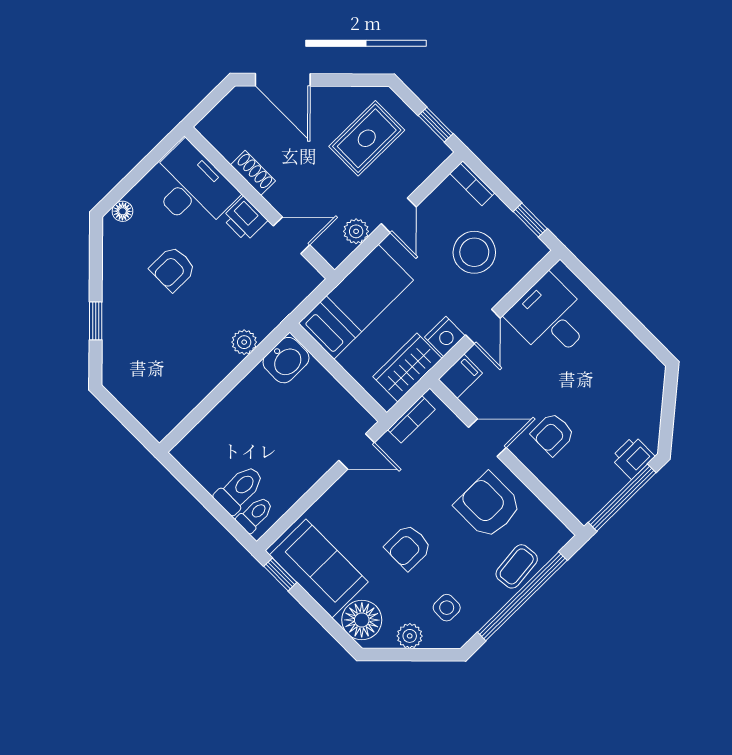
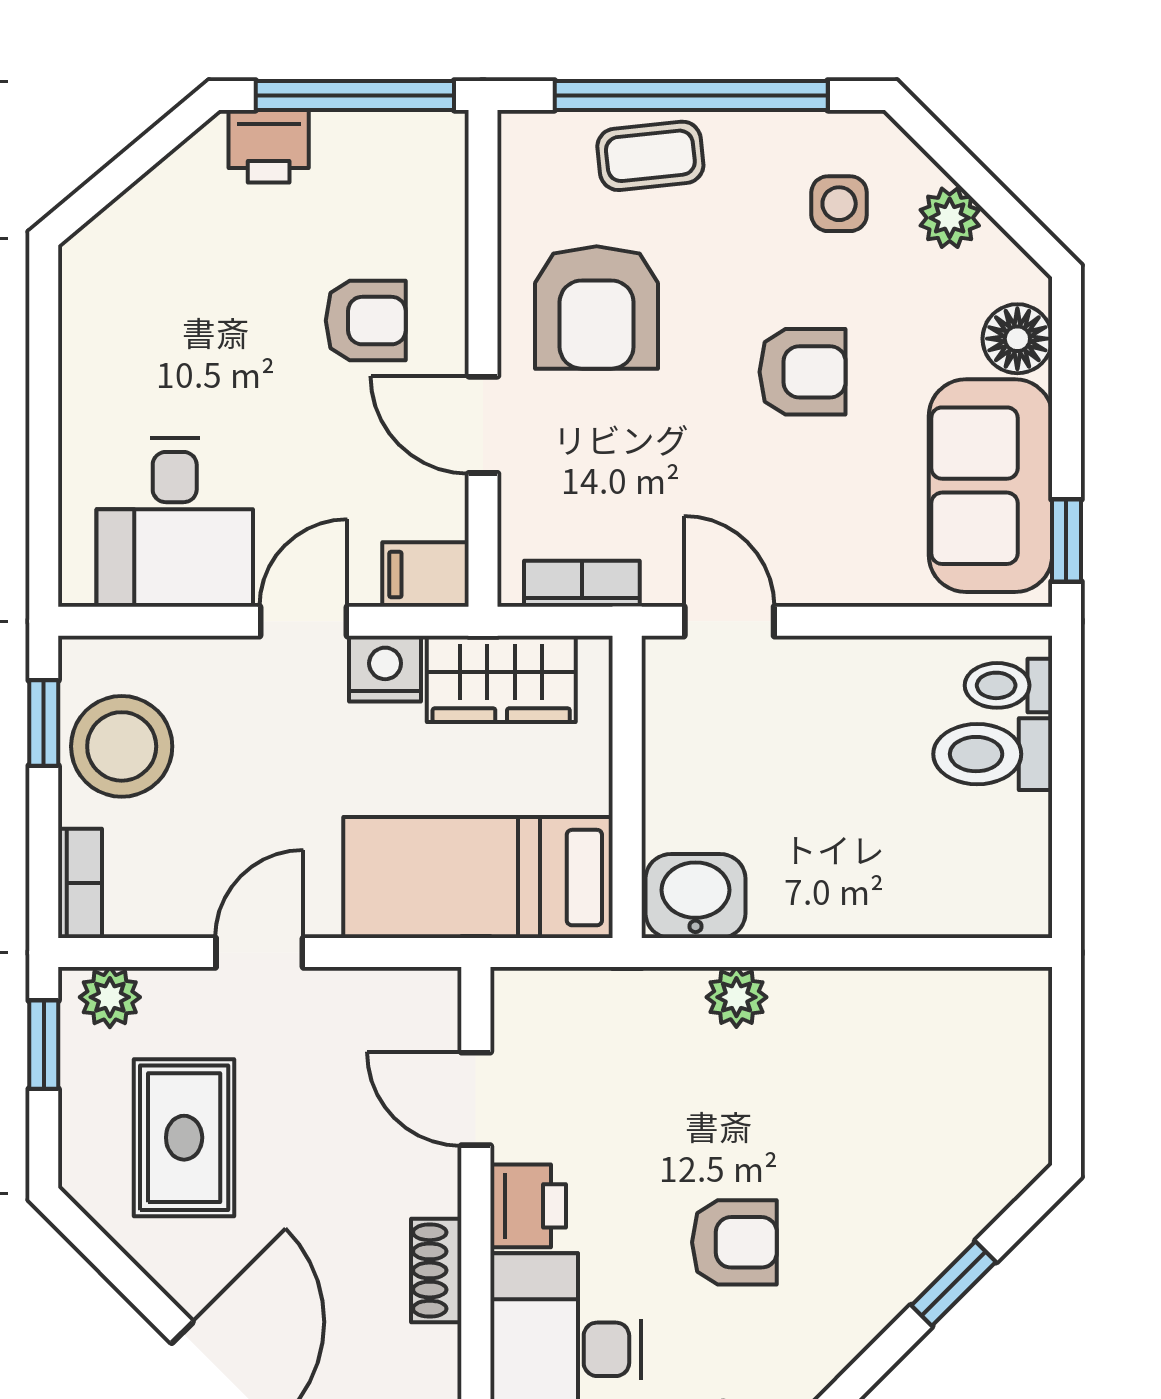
rug: (367, 138) -> (184, 1138), turned 90
plant: (356, 231) -> (110, 997), moved
stool: (474, 252) -> (122, 746), moved
floor lamp: (362, 620) -> (1017, 339), width x0.73, depth x0.73

